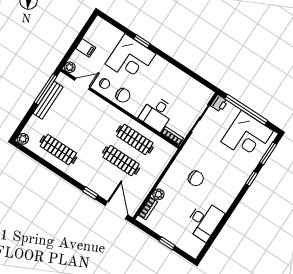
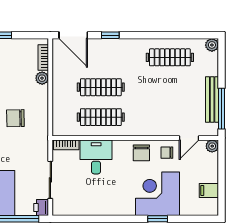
filing cabinet: (86, 48) -> (209, 190), moved
chair: (123, 95) -> (141, 153), turned -90

